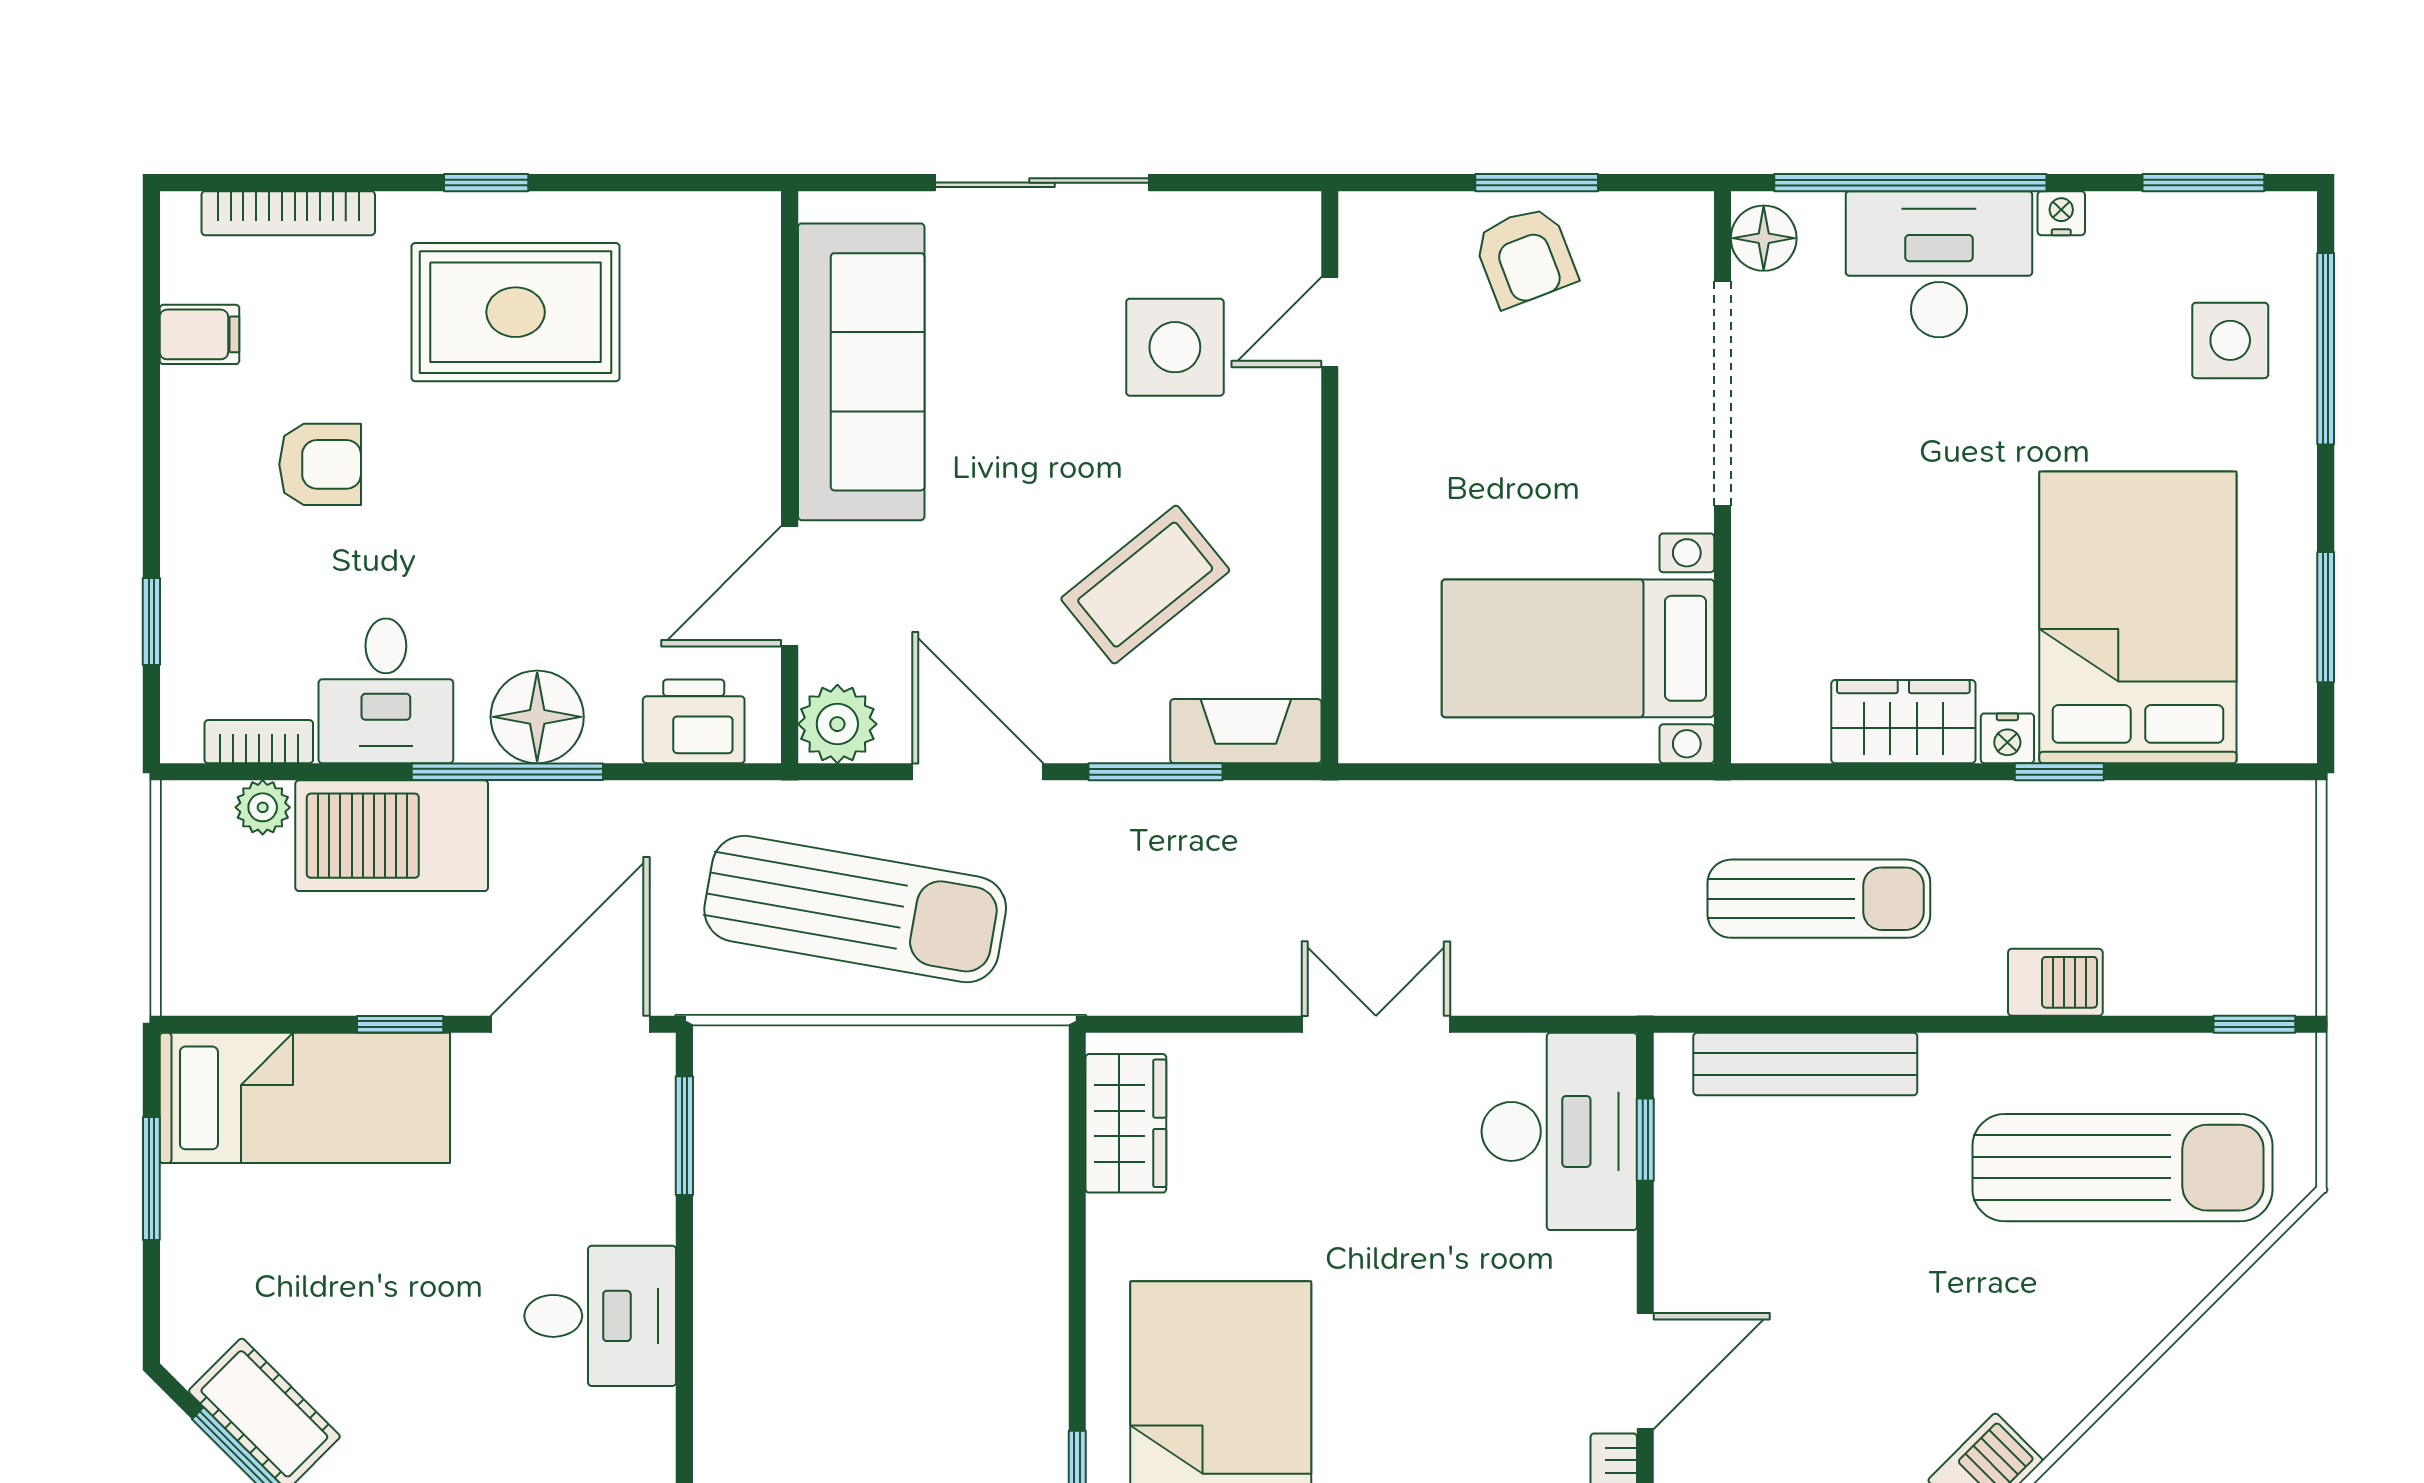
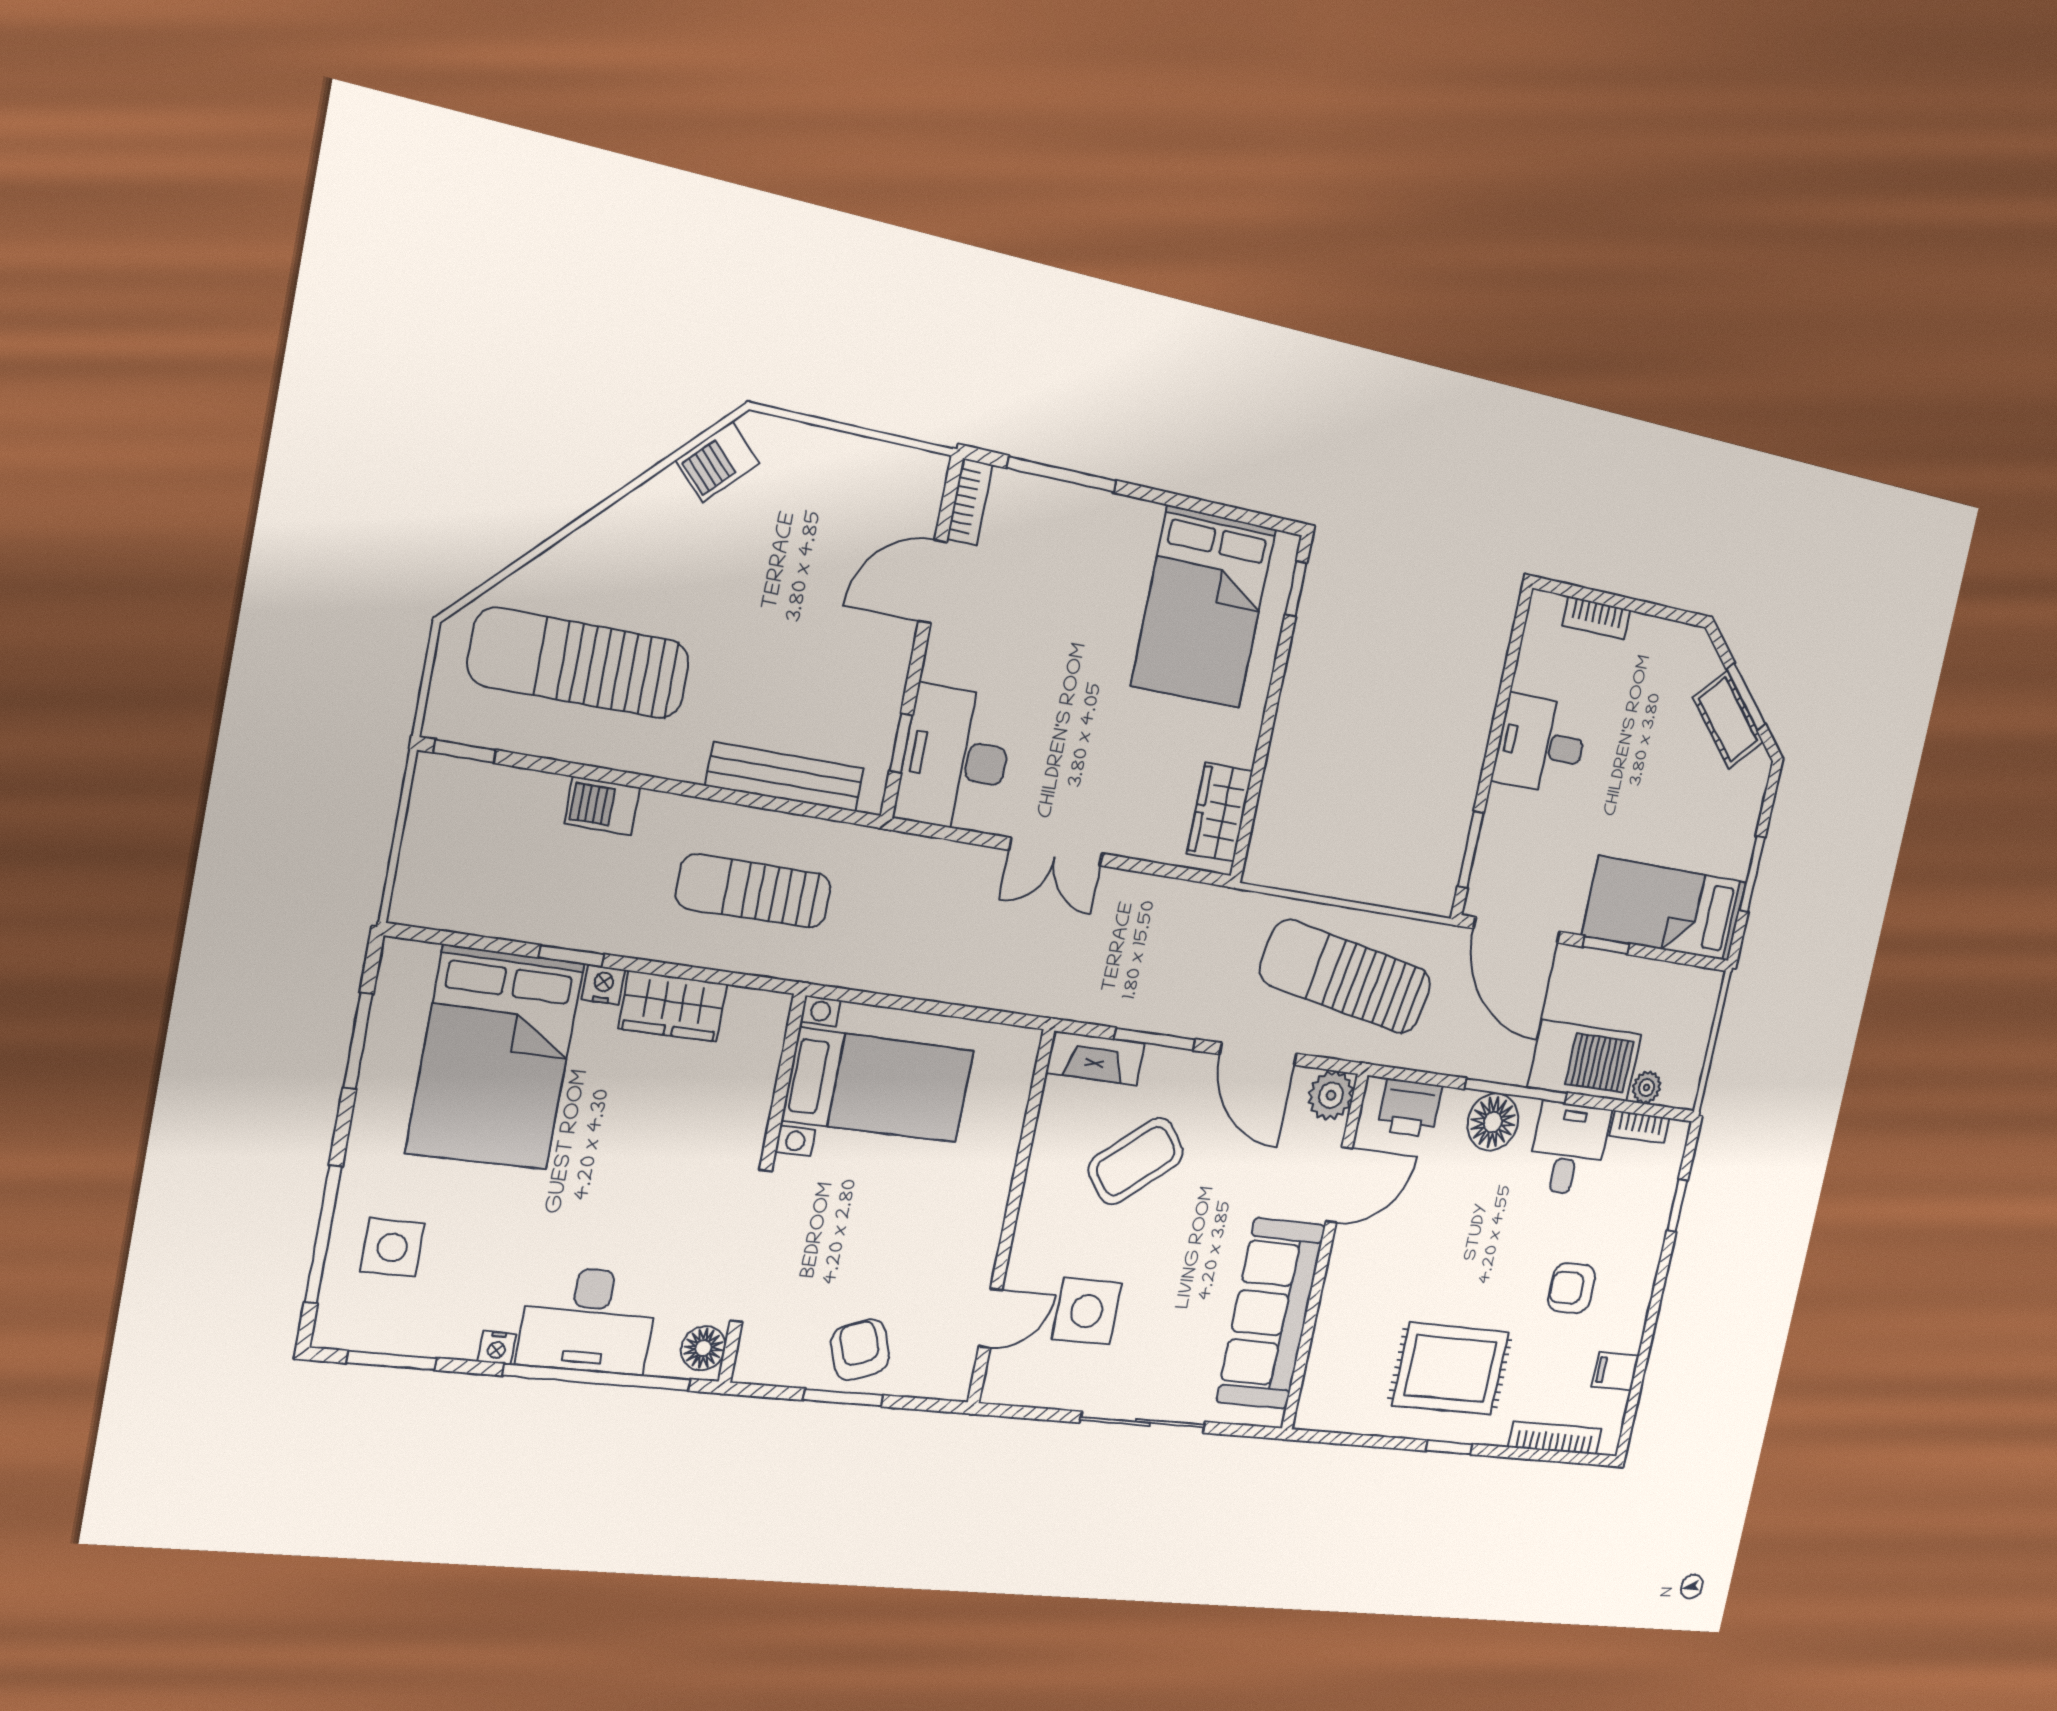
door: (570, 1024) -> (1517, 930), hinge flipped

